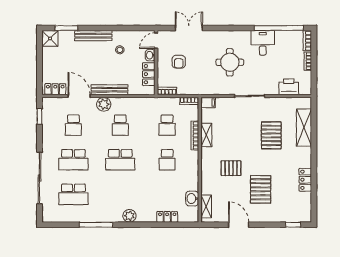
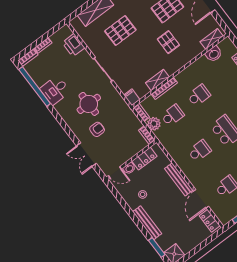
armchair: (179, 62) -> (97, 129), moved
plant: (104, 104) -> (154, 124), moved

